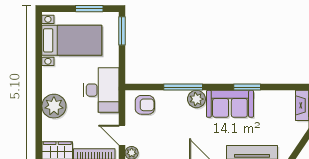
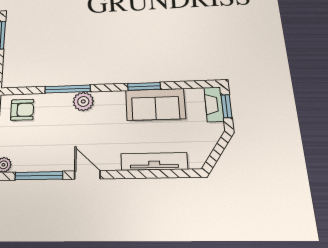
sofa: (230, 104) -> (155, 104), moved

